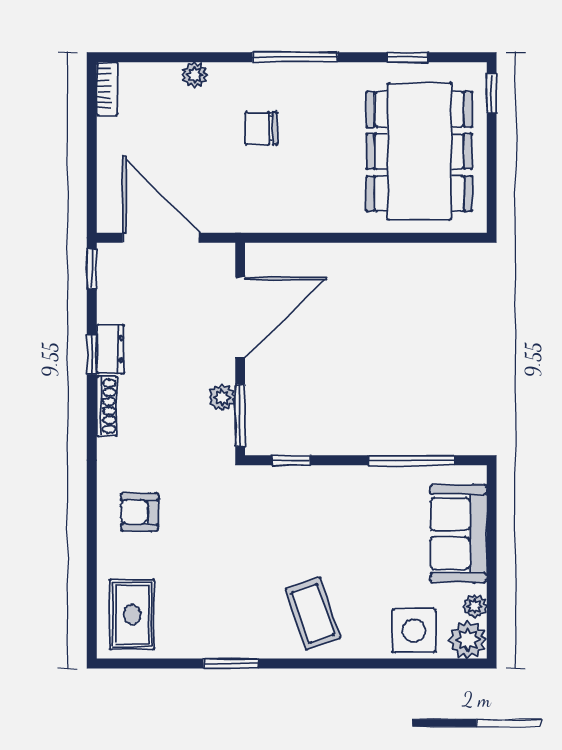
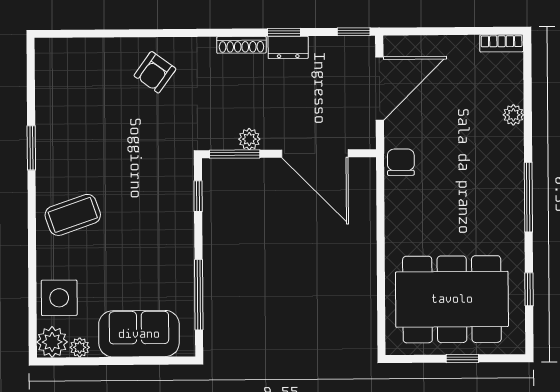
window: (492, 94) -> (462, 359), moved
chair: (261, 128) -> (401, 162), moved
armchair: (140, 512) -> (155, 72), turned -144
rug: (132, 614) -> (71, 67), removed

